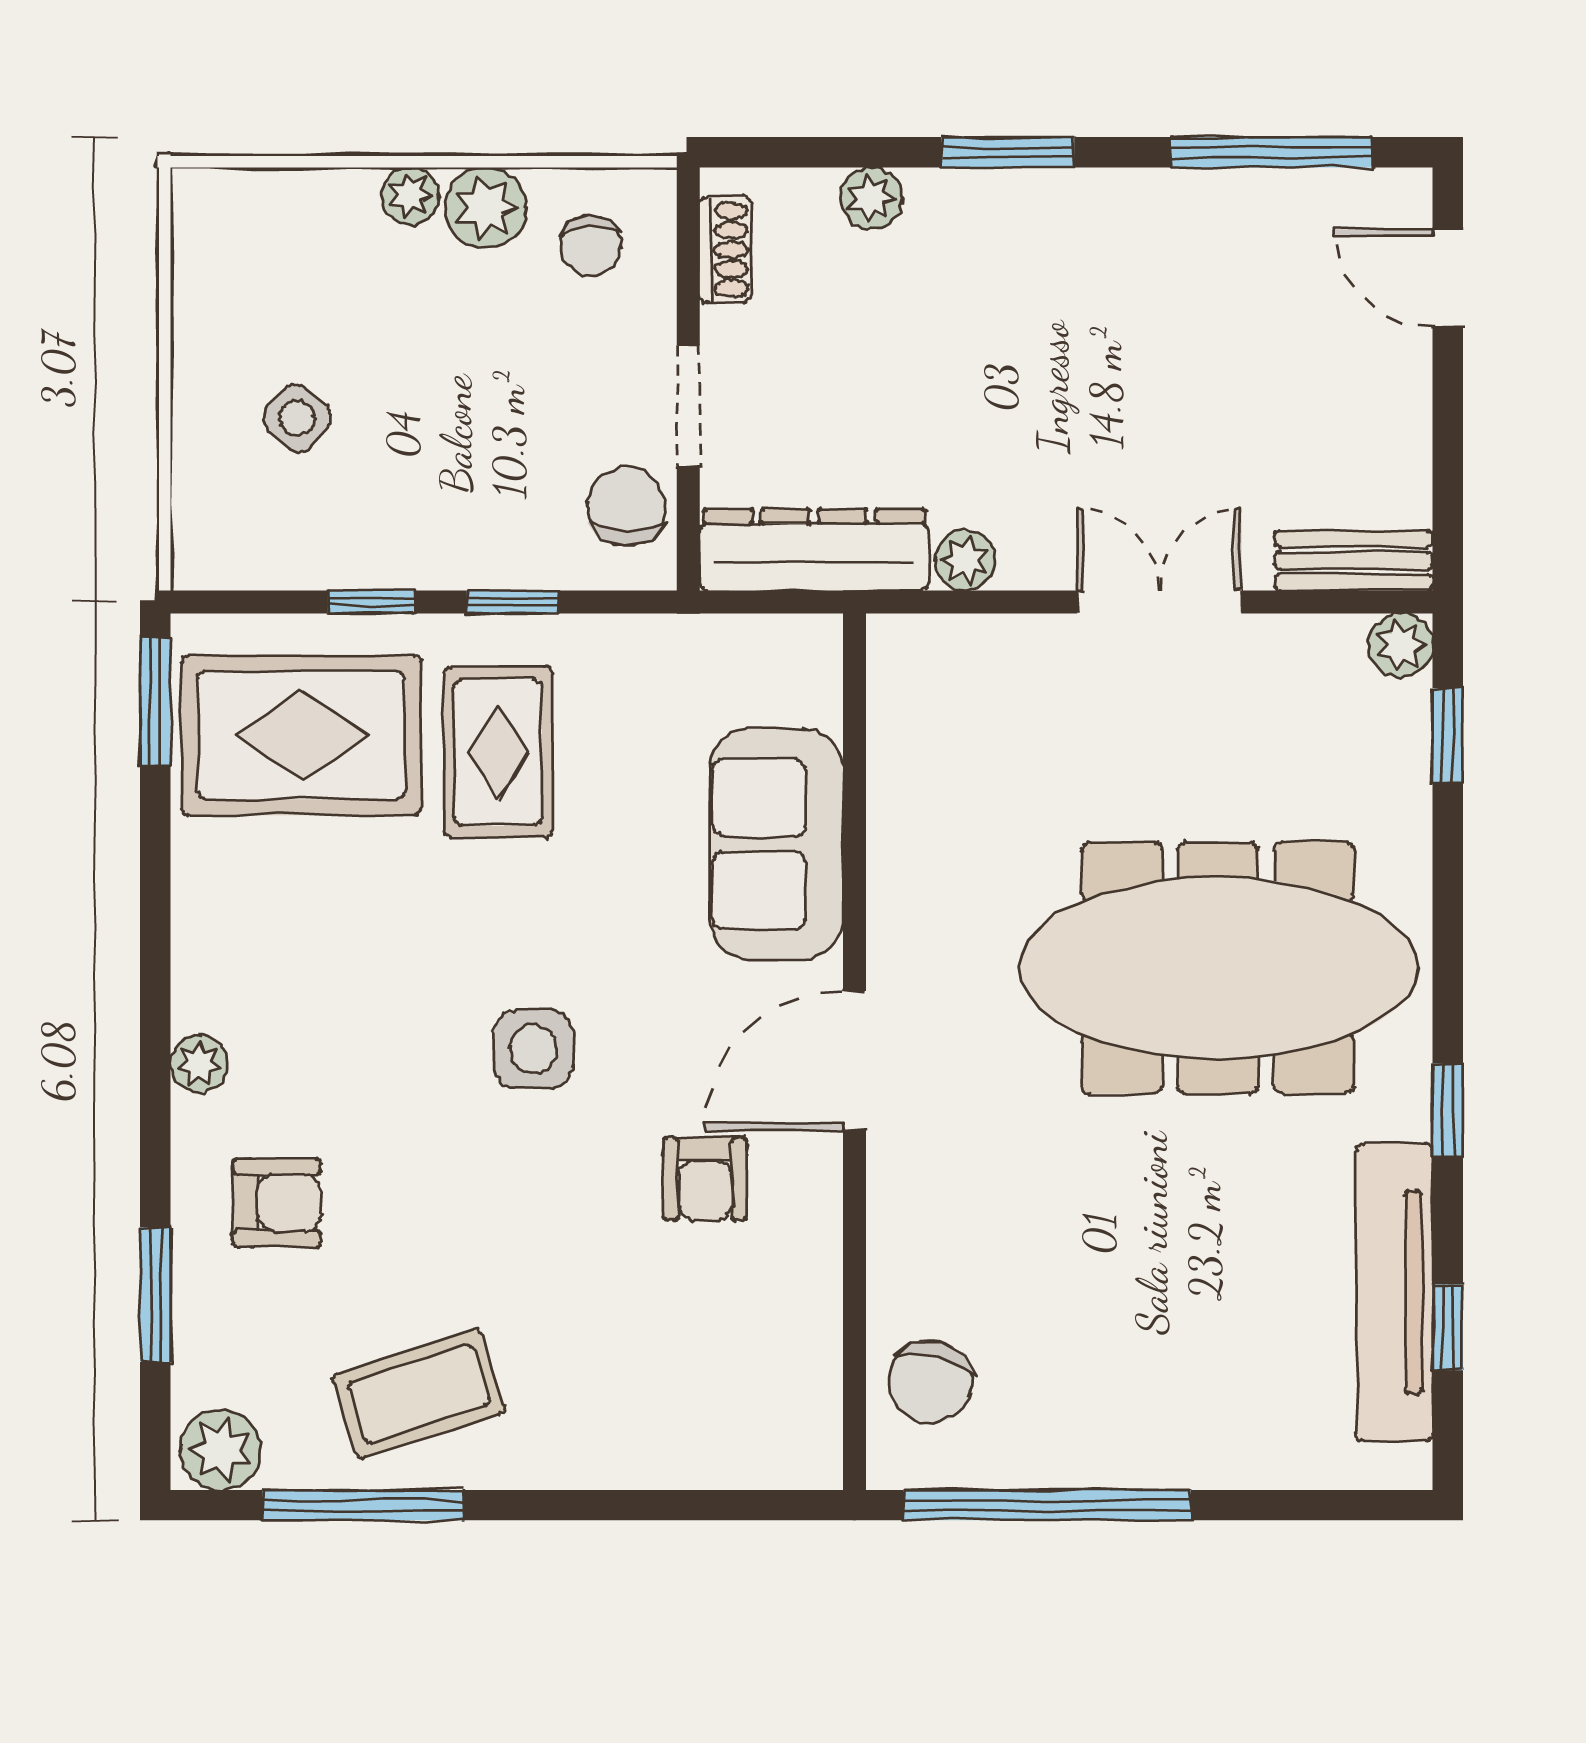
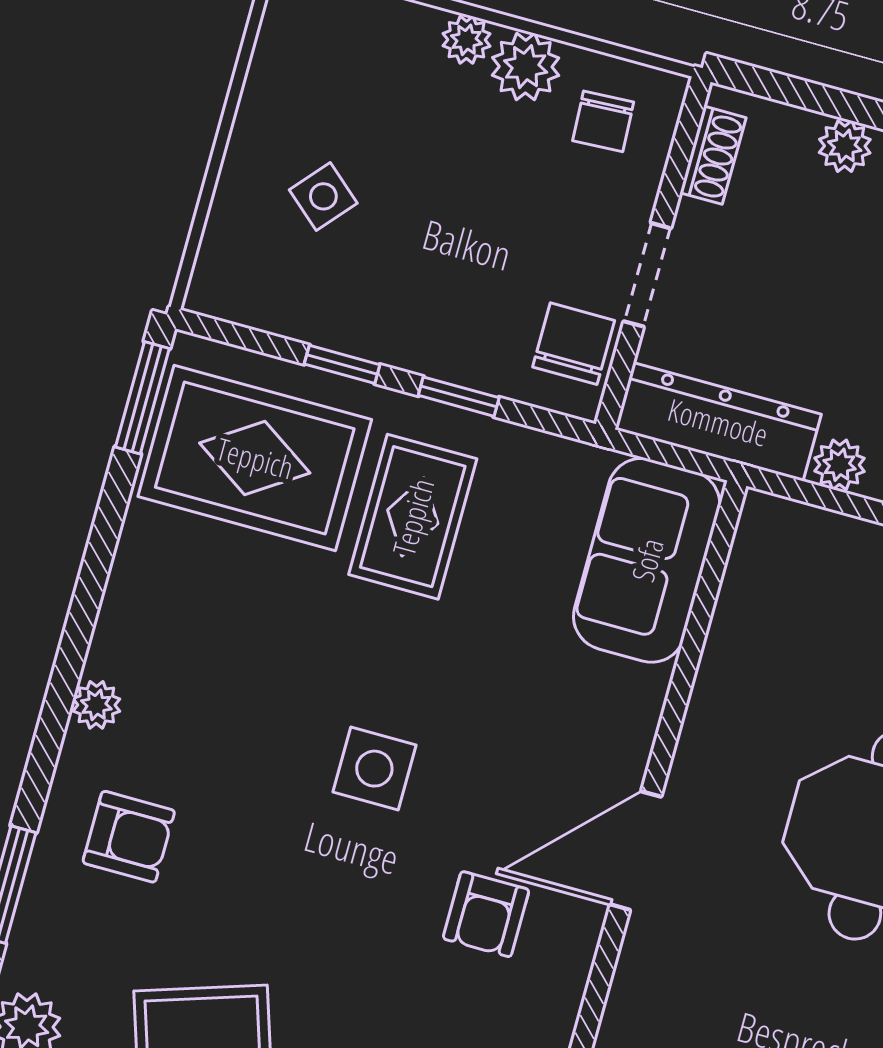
sofa: (776, 844) -> (647, 560), moved

